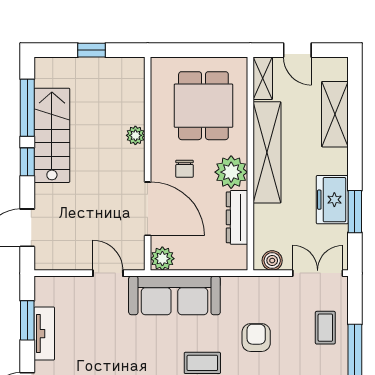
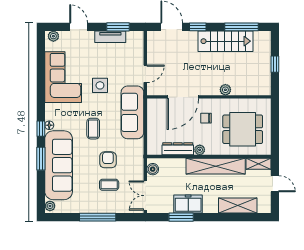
door: (297, 50) -> (275, 184), swing flipped
window: (27, 162) -> (198, 27), moved
plant: (231, 172) -> (200, 150), width x0.53, depth x0.53
plant: (162, 259) -> (154, 105), removed
double door: (318, 273) -> (145, 196), swing flipped
coffee table: (325, 328) -> (109, 185), moved
armchair: (256, 338) -> (108, 160), turned -90
side table: (128, 351) -> (100, 85), added

